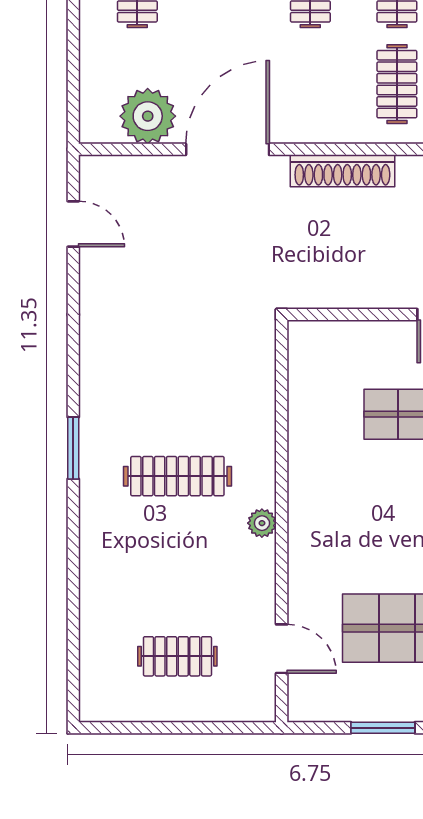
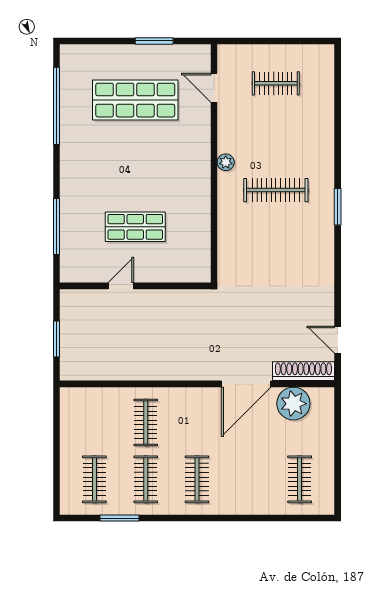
shoe rack: (342, 171) -> (303, 371), moved

